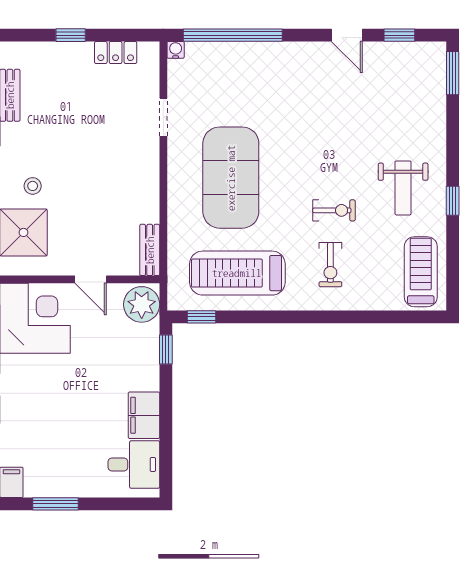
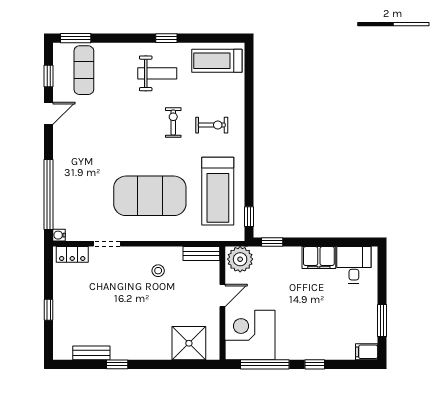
locker: (116, 52) -> (72, 254), moved, turned 90
exercise mat: (408, 85) -> (84, 70), added
stool: (33, 186) -> (158, 271), moved

